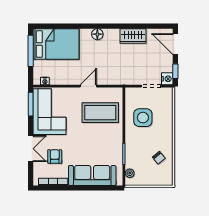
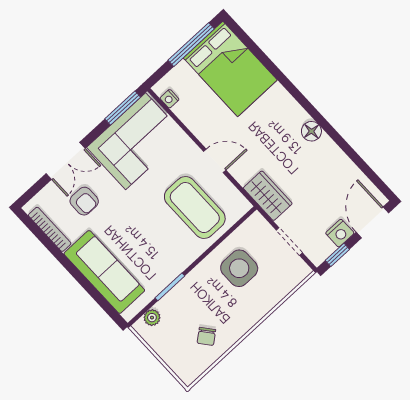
floor lamp: (97, 34) -> (311, 131), moved
wardrobe: (133, 36) -> (268, 196), moved, turned 180
nightstand: (167, 79) -> (340, 233), moved
armchair: (55, 156) -> (84, 201), turned 90

